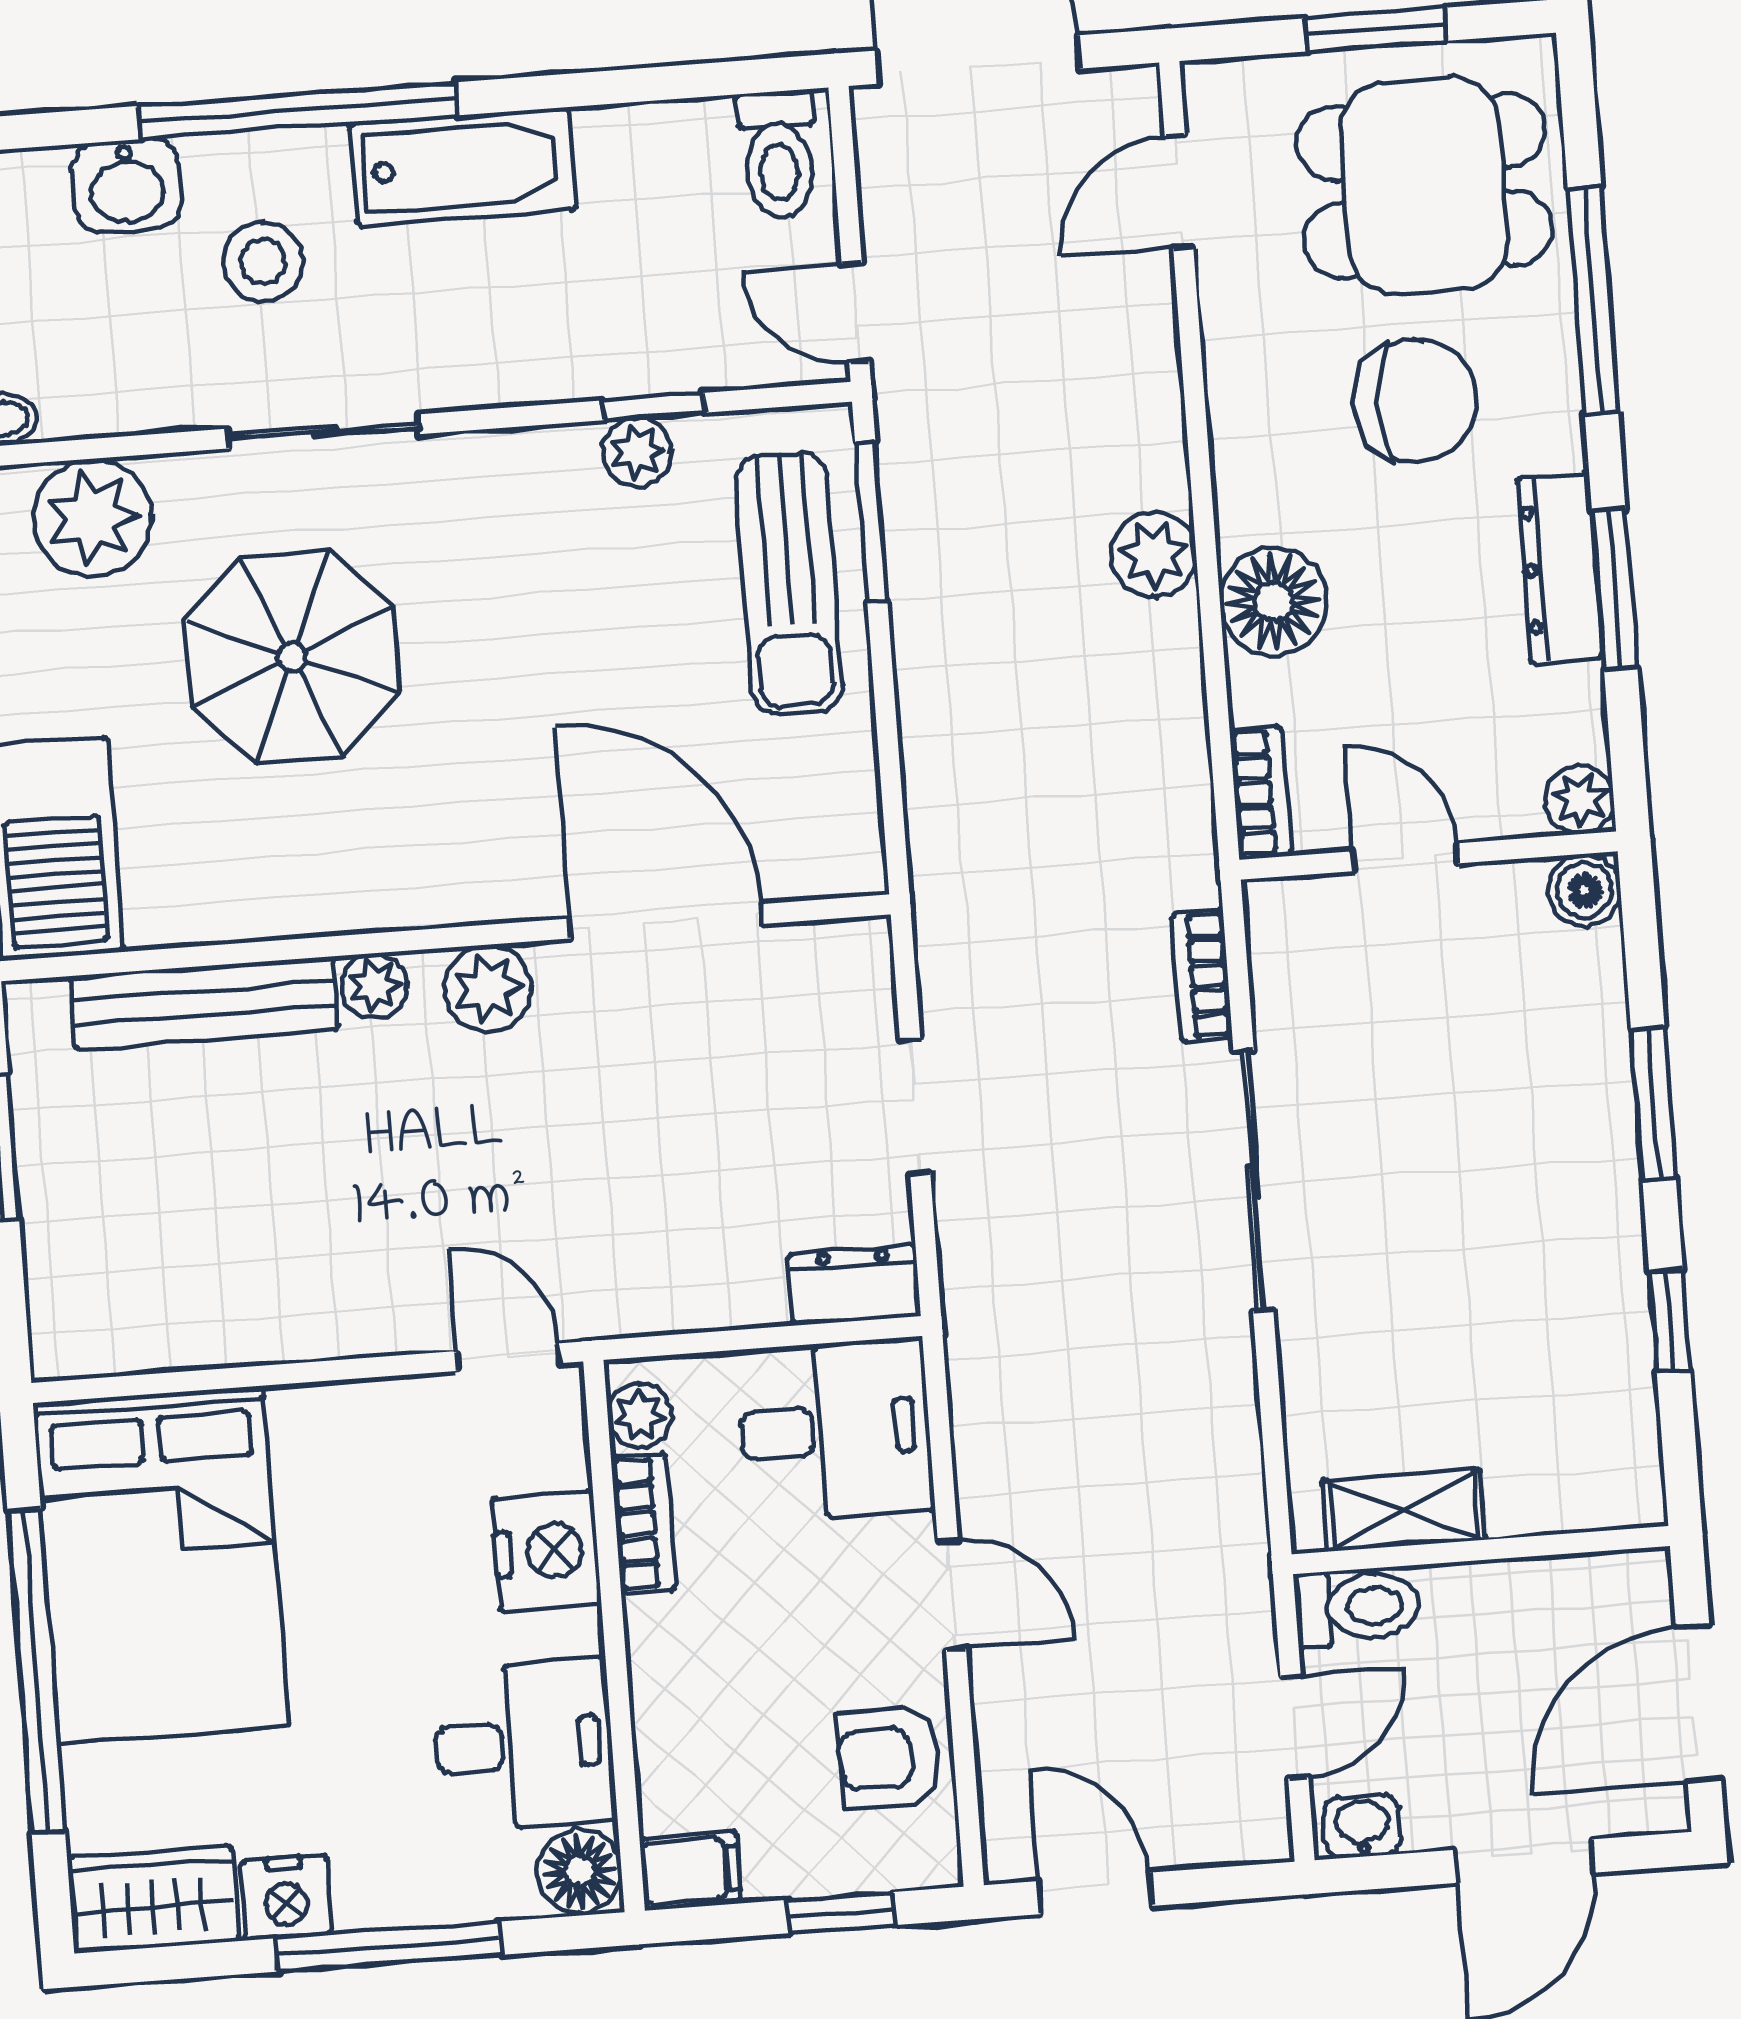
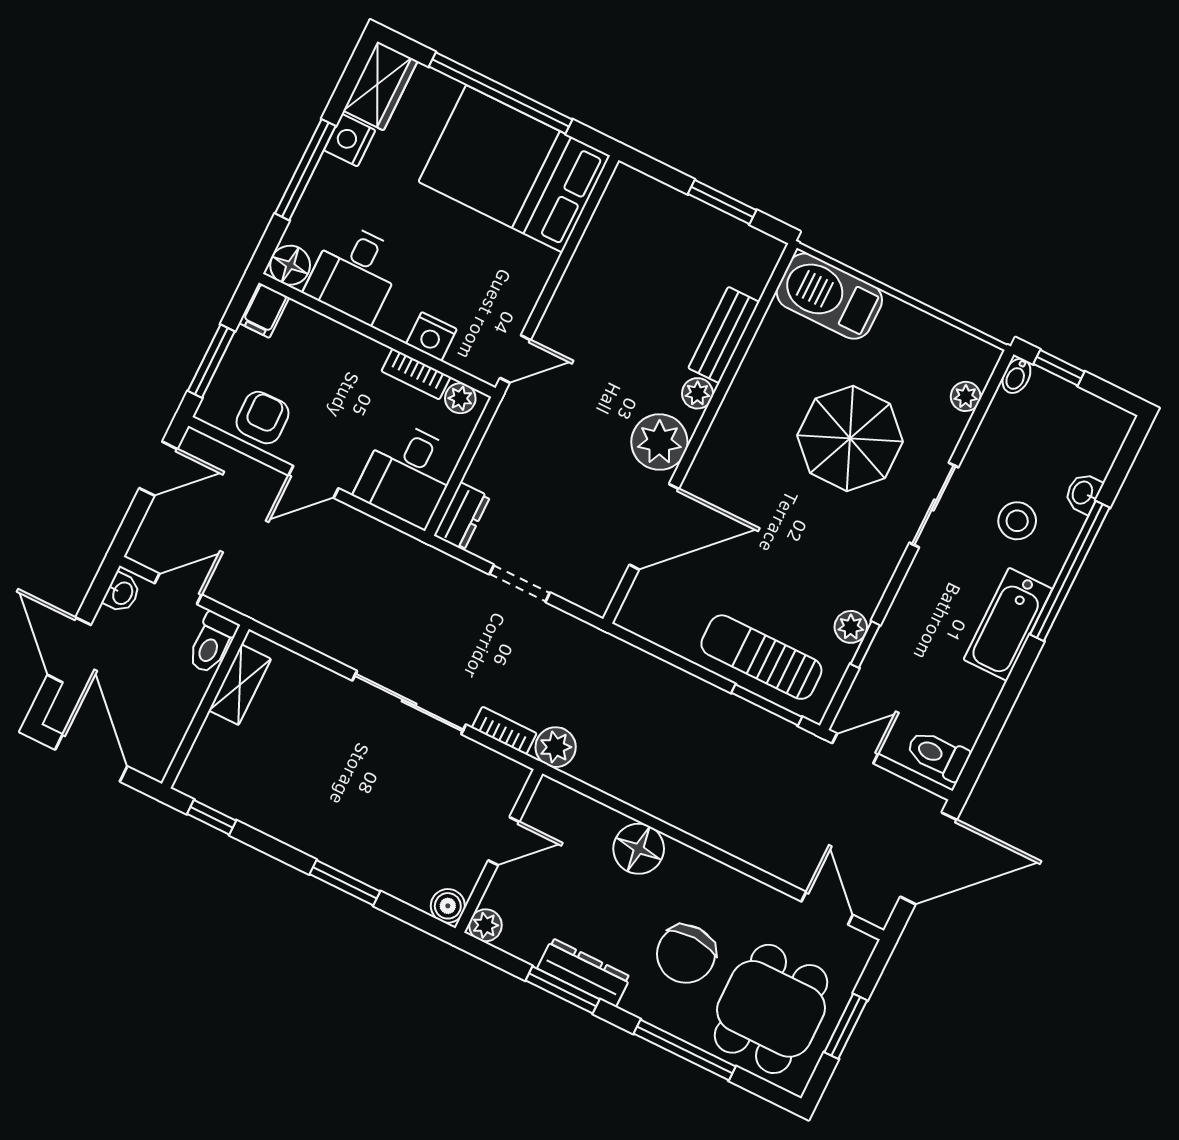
washbasin: (127, 186) -> (1083, 493), width x0.72, depth x0.69
plant: (92, 518) -> (966, 396), width x0.53, depth x0.53
plant: (1154, 555) -> (556, 747), moved
bookcase: (1260, 793) -> (564, 798), removed
plant: (488, 988) -> (659, 442), width x1.36, depth x1.36
bench: (204, 1003) -> (724, 335), width x0.73
window: (1670, 1321) -> (212, 817), moved
nightstand: (547, 1551) -> (431, 337), width x0.74, depth x0.75
door: (1294, 1727) -> (178, 589), swing flipped
window: (841, 1913) -> (211, 361), width x1.50

